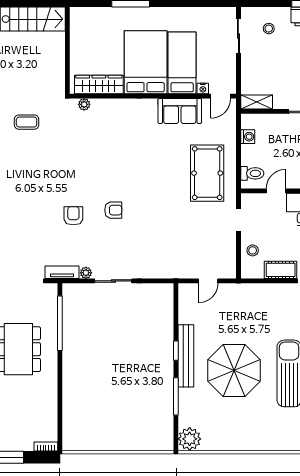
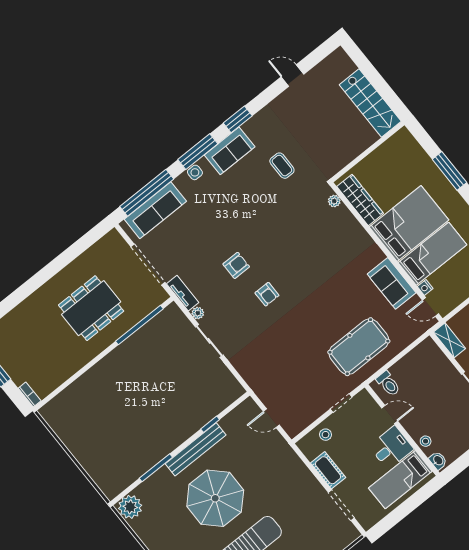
washing machine: (248, 137) -> (415, 356), removed
window: (176, 351) -> (210, 424), moved

